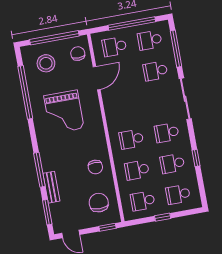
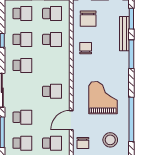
school desk: (131, 139) -> (52, 91), moved
bench: (51, 187) -> (124, 34), width x1.36

